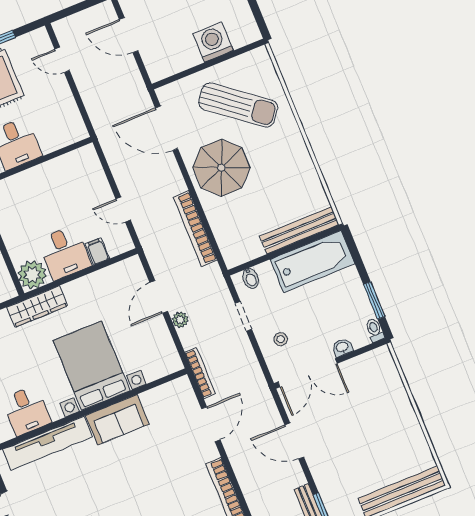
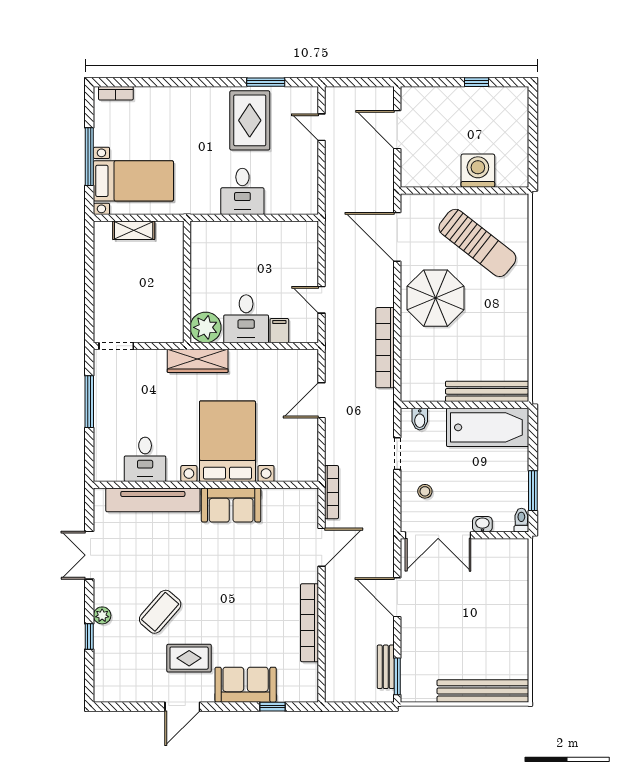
plant: (180, 320) -> (333, 432), removed

